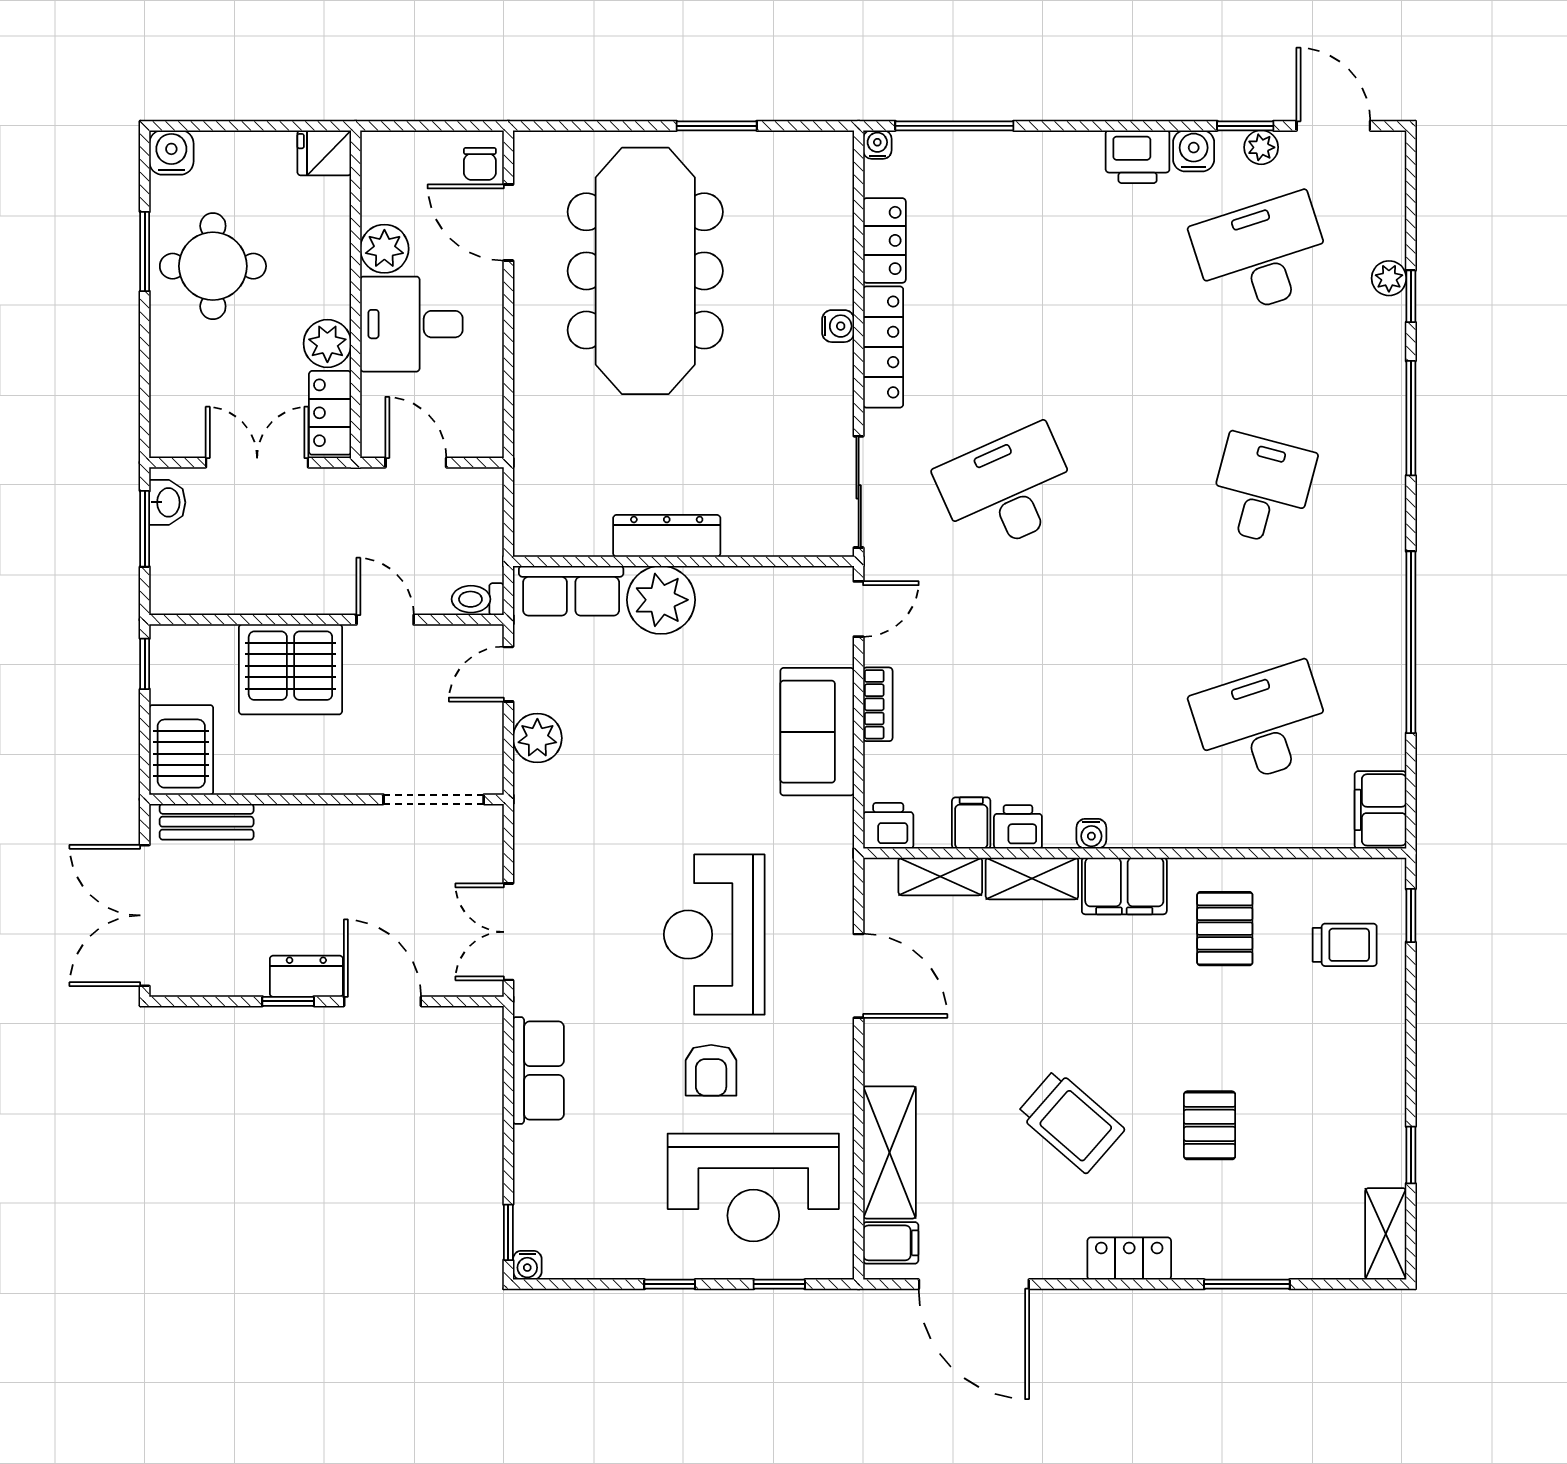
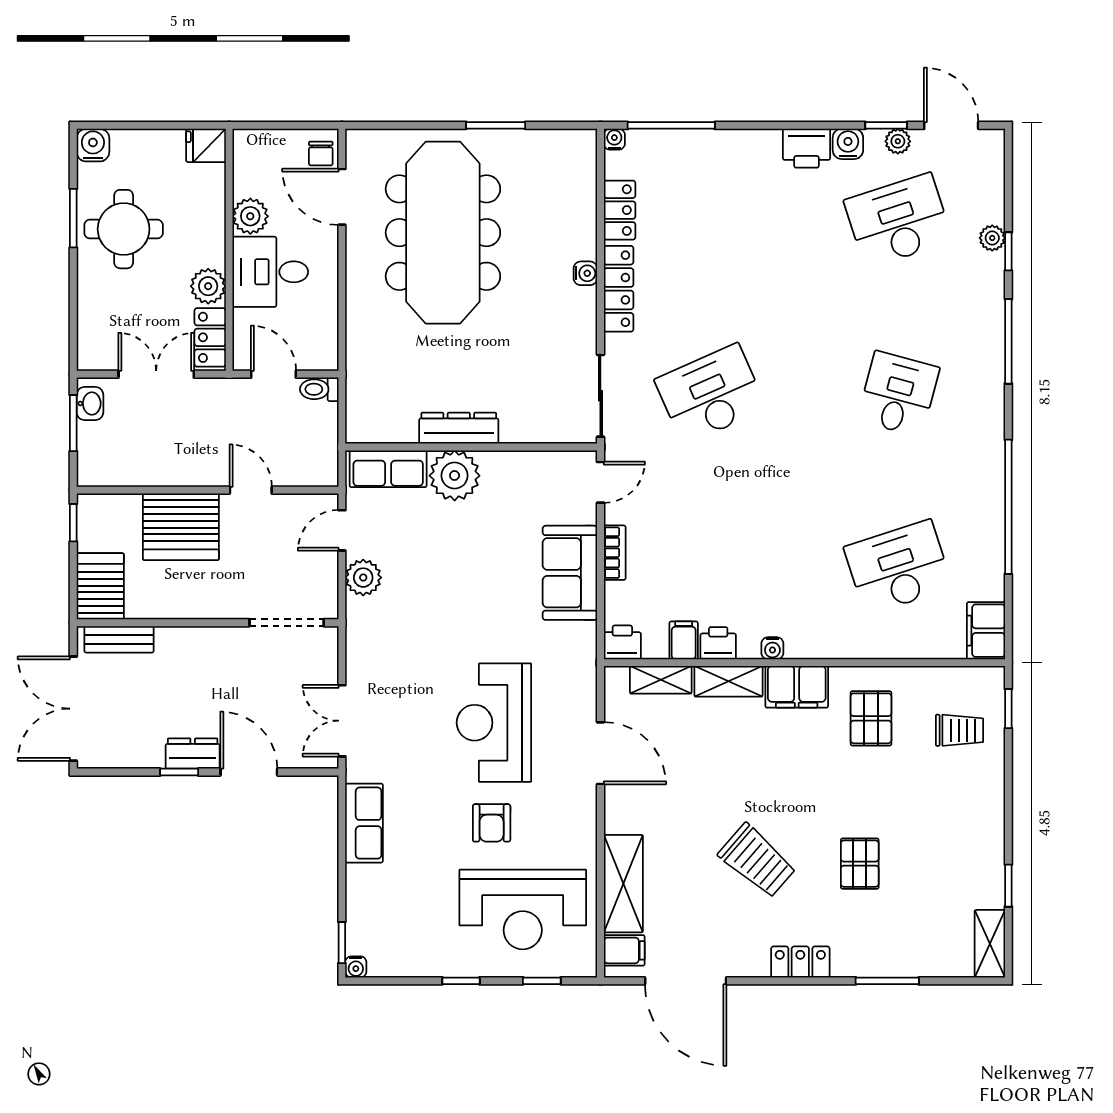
toilet: (478, 599) -> (319, 389), moved

